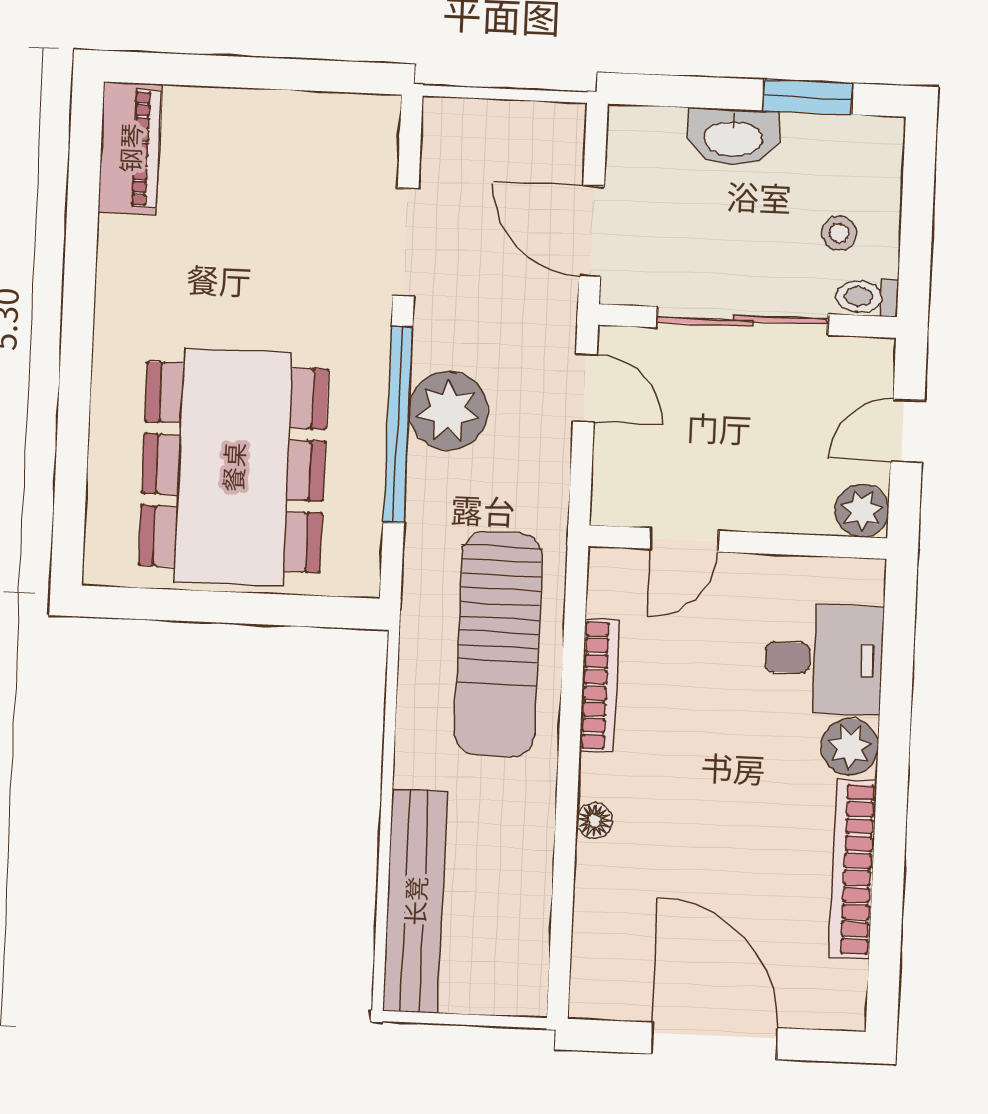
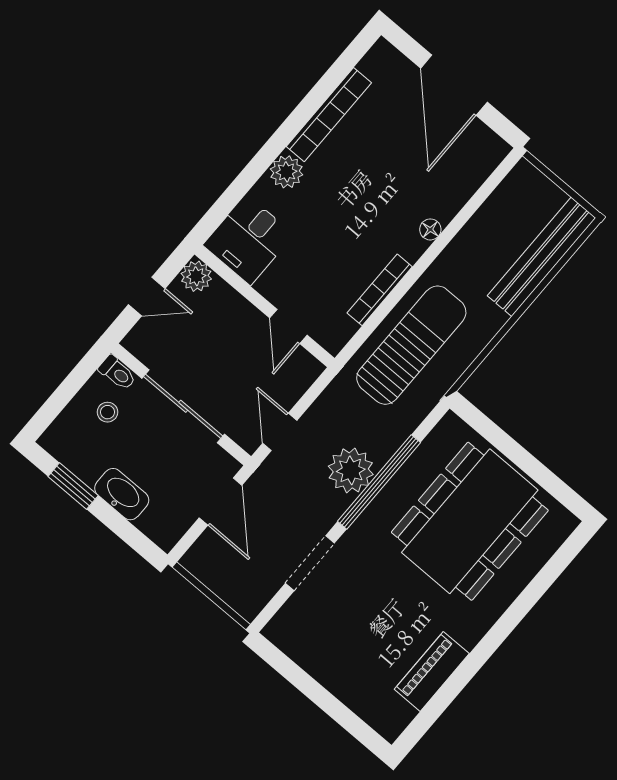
piano: (130, 148) -> (432, 671), moved
door: (684, 540) -> (288, 326), swing flipped
desk: (824, 659) -> (248, 240), moved, turned -90

